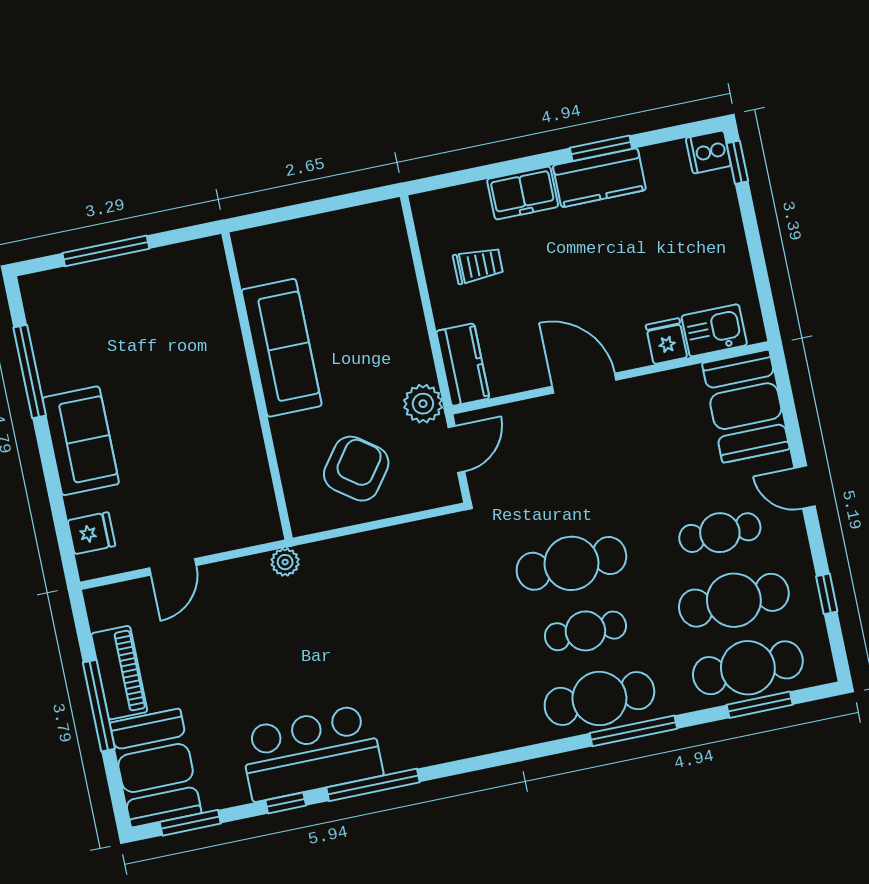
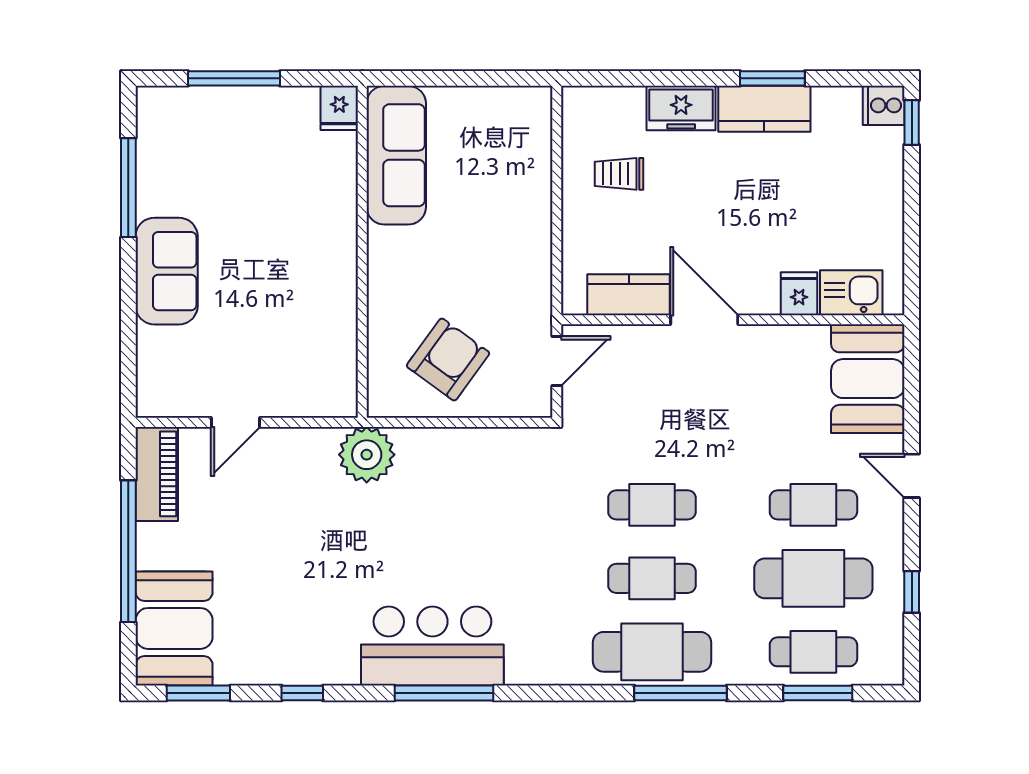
trolley: (478, 265) -> (619, 174), turned 180
sofa: (282, 348) -> (396, 155), moved
kitchen counter: (463, 365) -> (629, 295), moved, turned -90
plant: (423, 404) -> (532, 306), removed
fridge: (91, 533) -> (339, 108), moved, turned 90
plant: (285, 562) -> (367, 455), width x1.88, depth x1.88
cafe table: (571, 563) -> (652, 505), width x0.73, depth x0.74
cafe table: (748, 668) -> (813, 652), width x0.73, depth x0.74
piano: (119, 673) -> (157, 474), moved
window: (99, 706) -> (128, 551), width x1.46
bar counter: (311, 753) -> (432, 646), moved
window: (373, 785) -> (444, 693), moved

